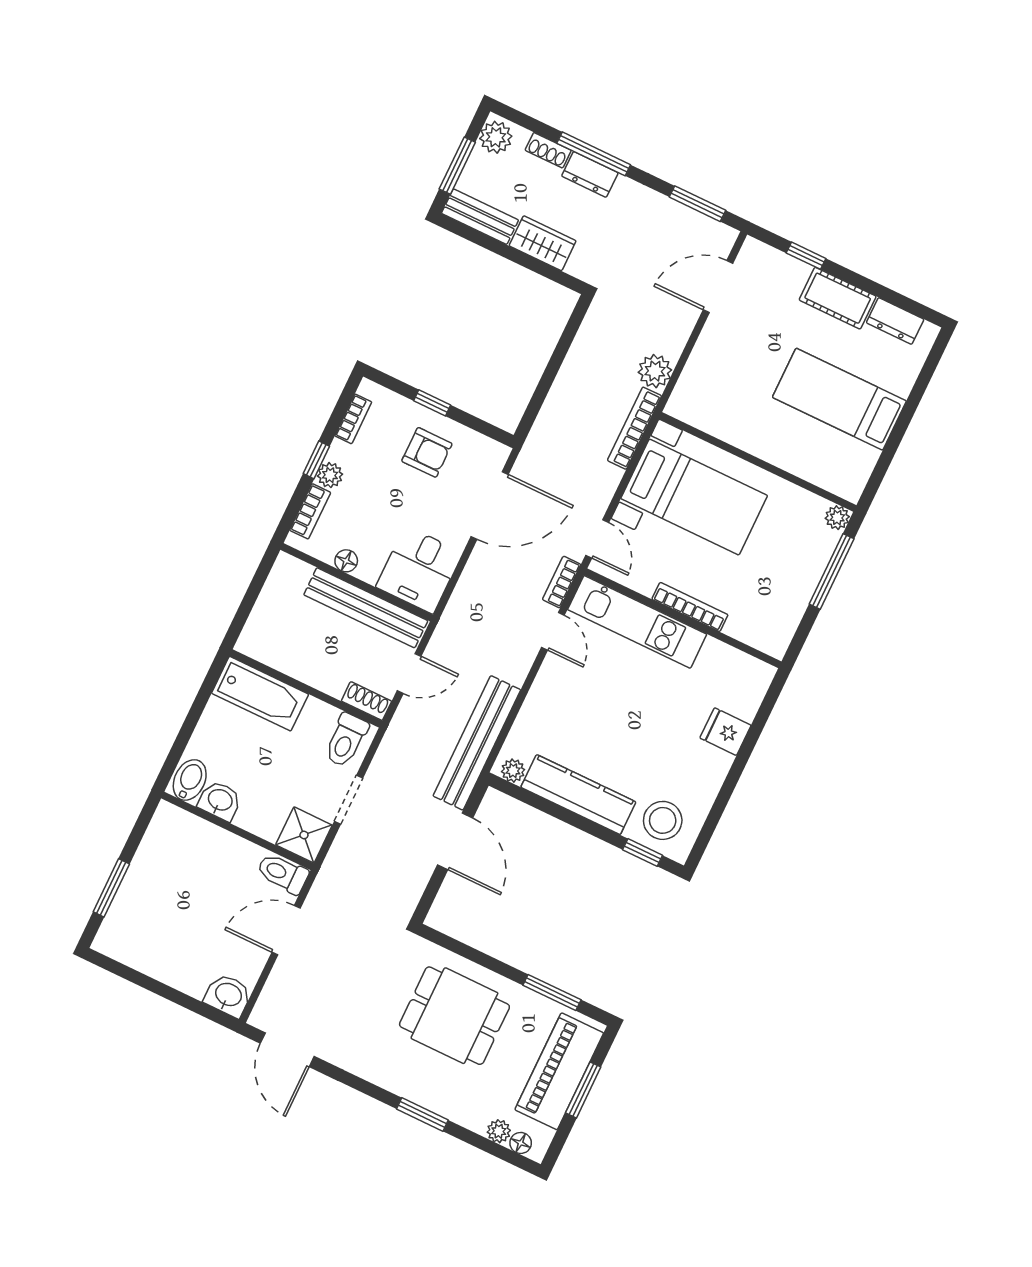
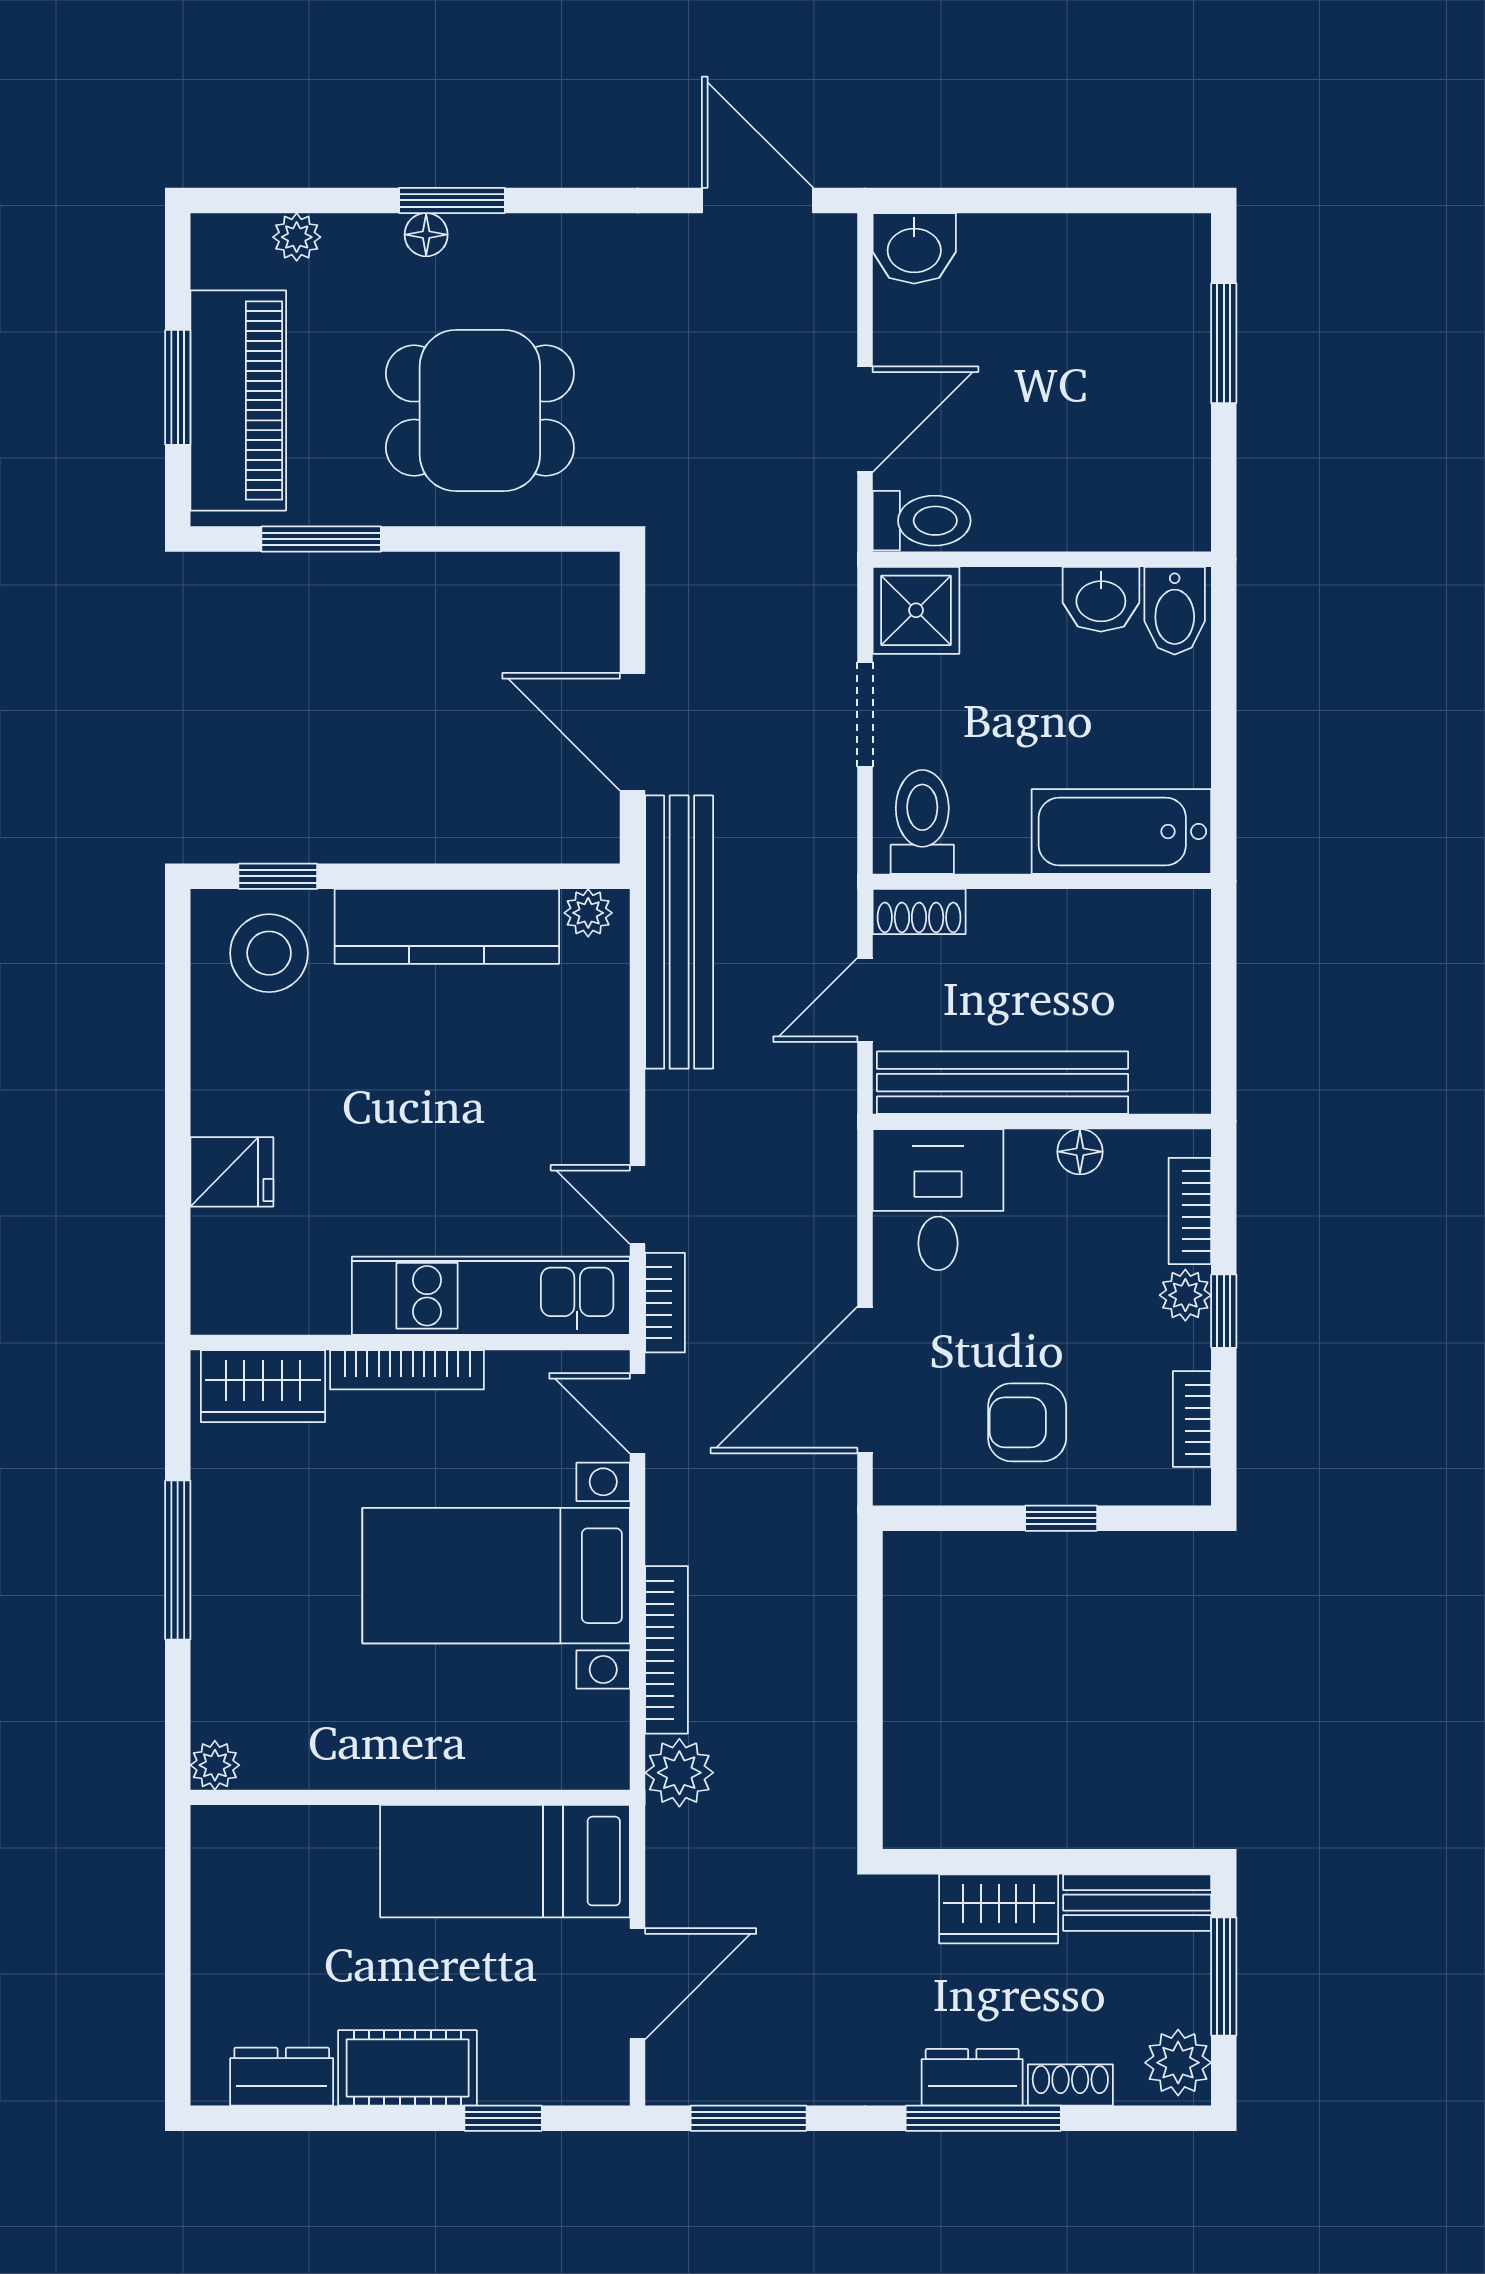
bed: (839, 399) -> (505, 1861), moved, turned 180
wall: (758, 462) -> (410, 1797), moved
plant: (837, 518) -> (215, 1765), moved
wardrobe: (757, 630) -> (263, 1386), added
floor lamp: (521, 1143) -> (426, 235), moved

